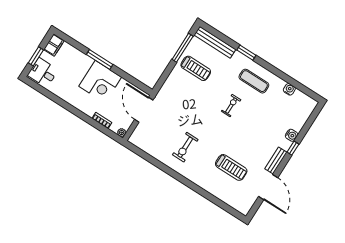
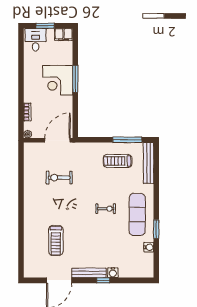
window: (246, 53) -> (156, 229), moved
treadmill: (196, 68) -> (118, 161), turned 90
exercise mat: (254, 81) -> (137, 214), width x1.36, depth x1.45
corner desk: (100, 82) -> (58, 80), moved
exercise bike: (185, 147) -> (59, 178), moved
bench: (276, 160) -> (89, 273), width x1.36

